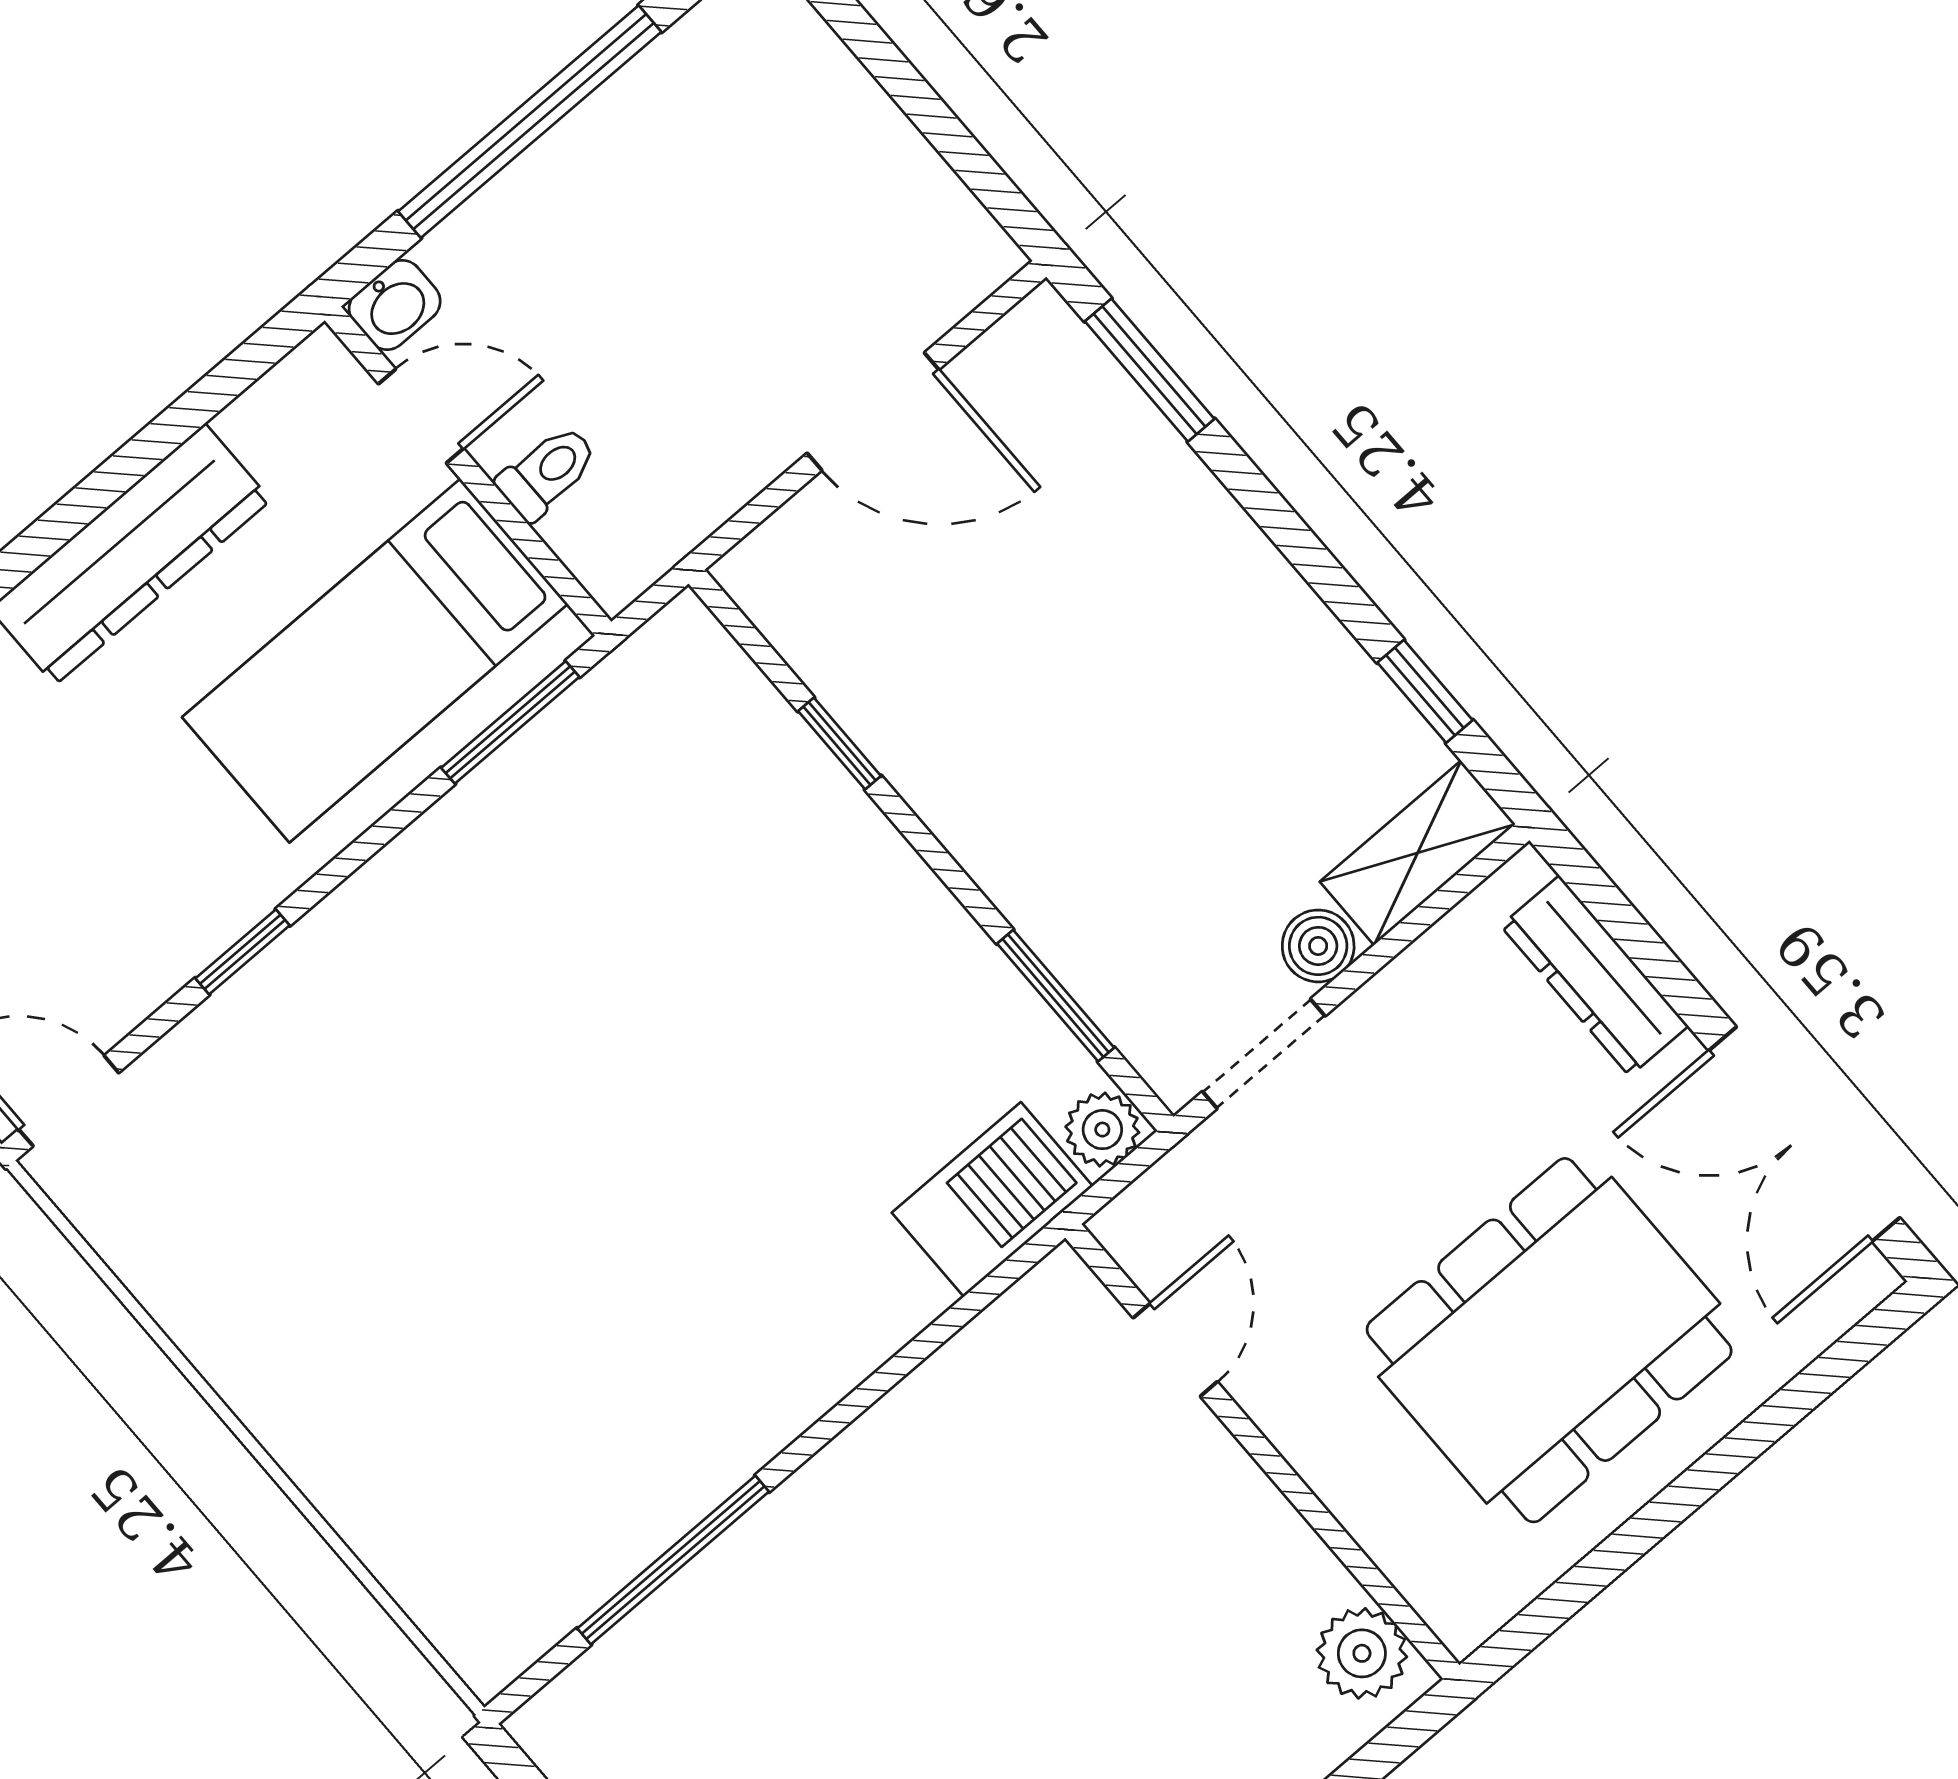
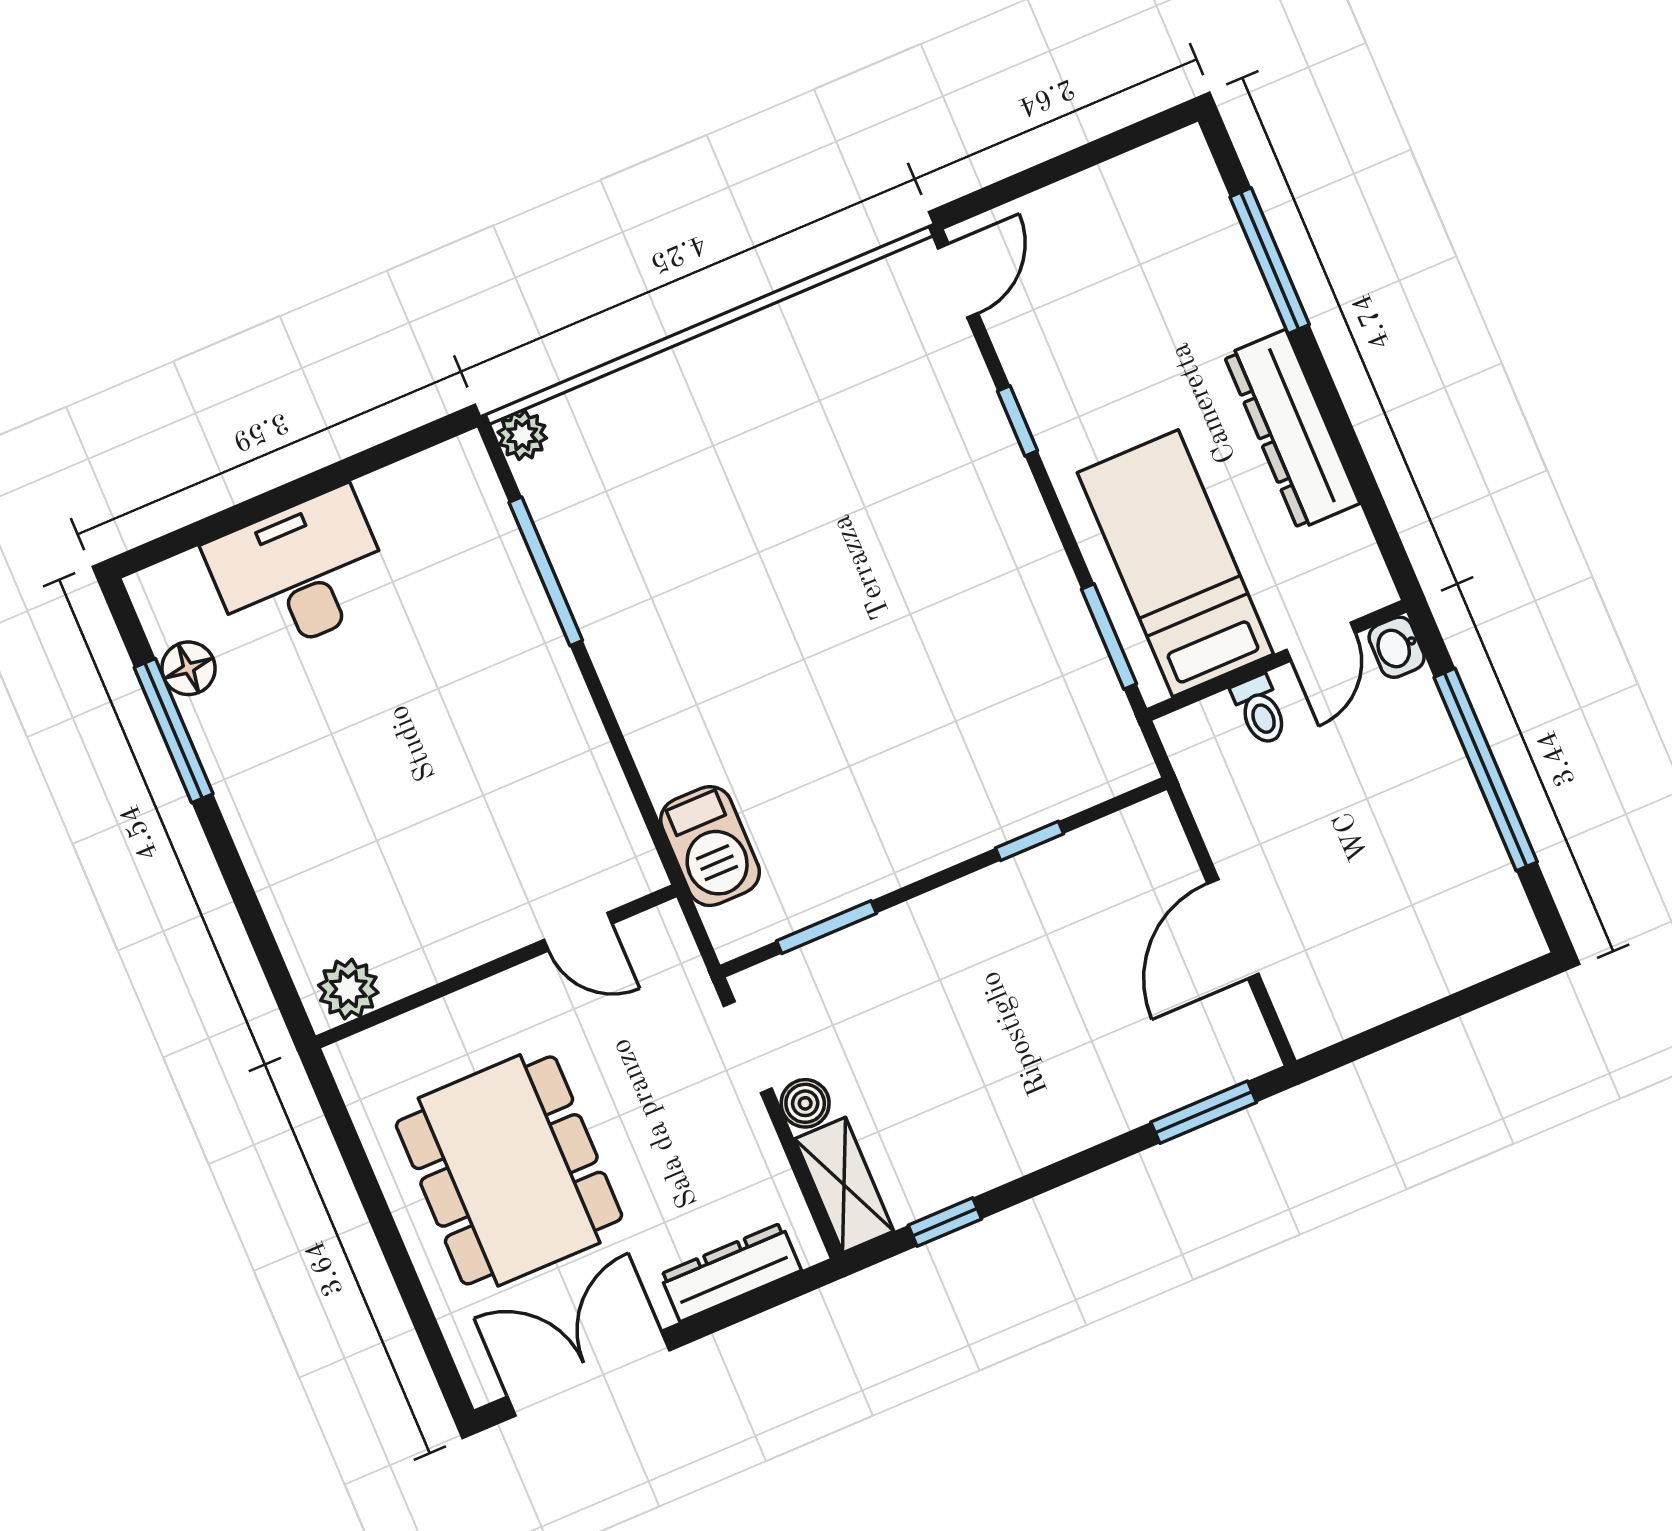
plant: (1102, 1130) -> (522, 435), moved

